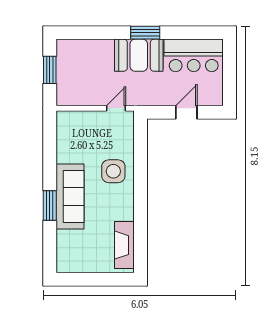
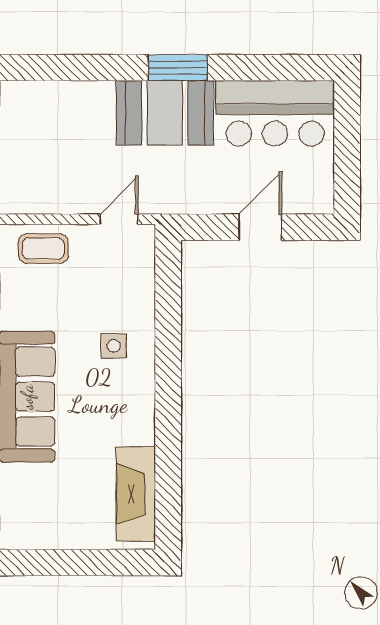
coffee table: (78, 123) -> (43, 249), added
side table: (113, 171) -> (114, 346), width x0.54, depth x0.54

